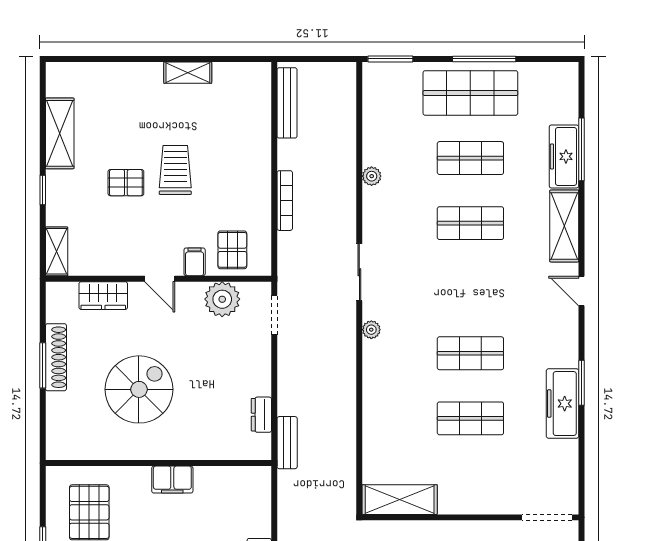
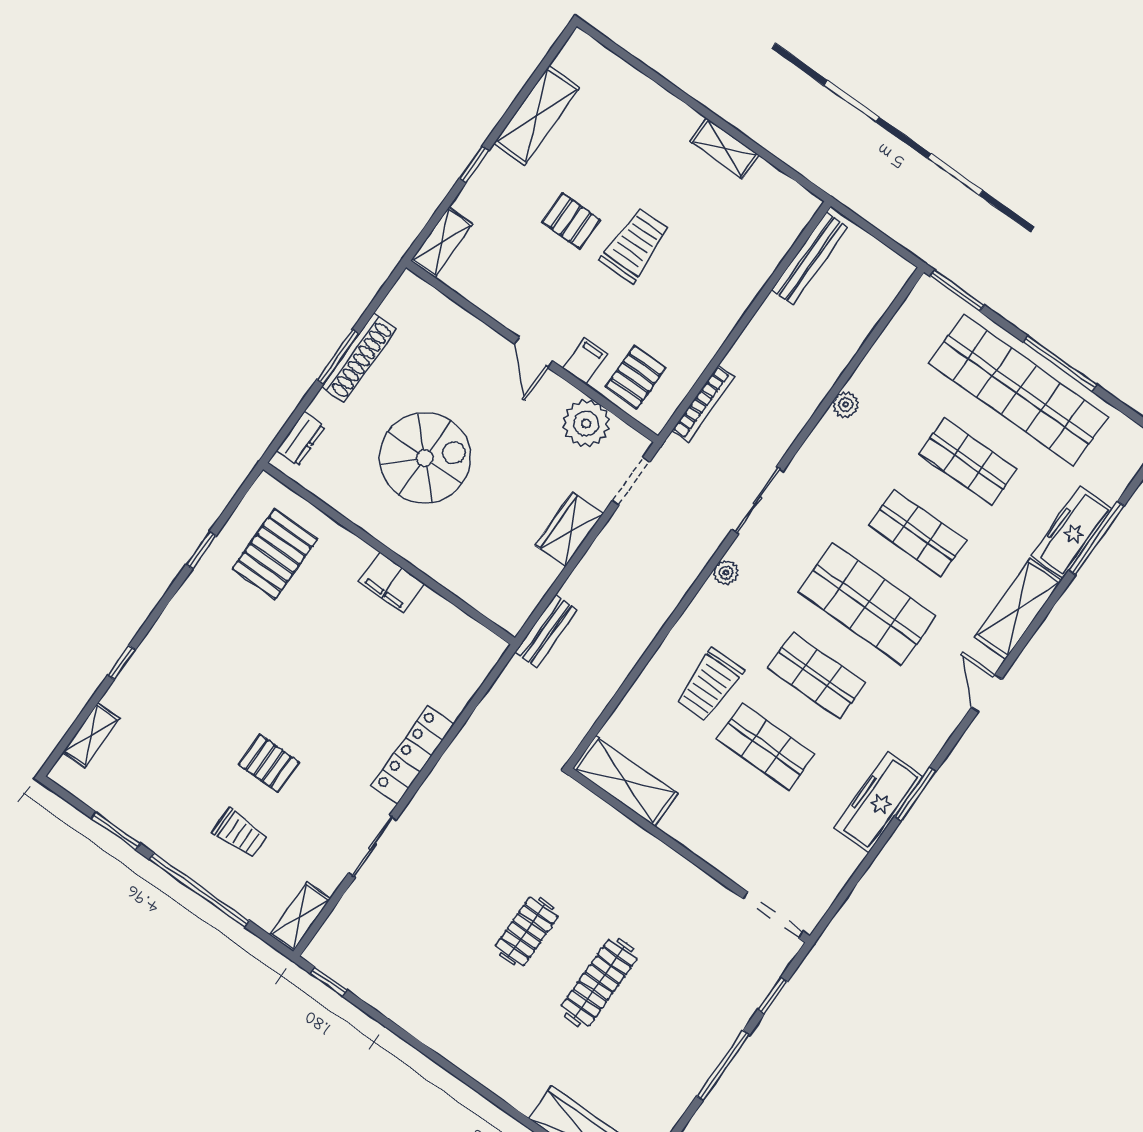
shop shelf: (470, 93) -> (1018, 390), width x1.40
bookcase: (285, 201) -> (703, 404), moved
shop shelf: (470, 288) -> (867, 604), added
wardrobe: (103, 296) -> (569, 529), moved, turned 90
trolley: (410, 405) -> (710, 685), added
dresser: (261, 415) -> (301, 439), moved, turned 180

